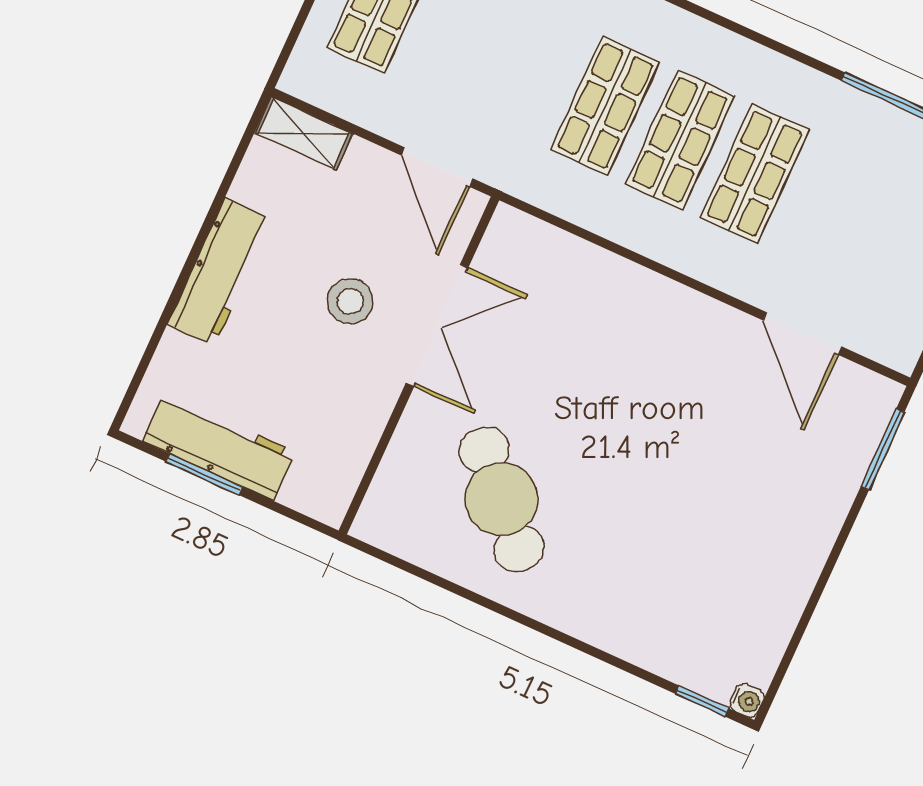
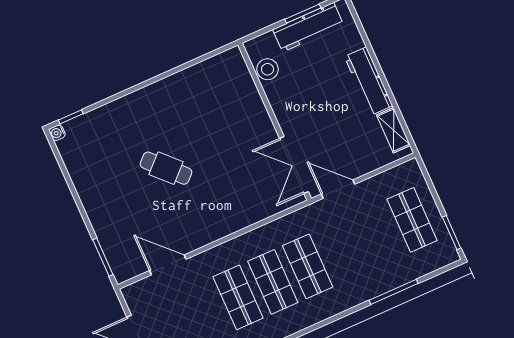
shelving: (303, 133) -> (393, 130), moved, turned 90
stool: (350, 301) -> (268, 69), moved
double door: (437, 325) -> (294, 165), moved
cafe table: (501, 499) -> (166, 168), moved, width x0.73, depth x0.74

